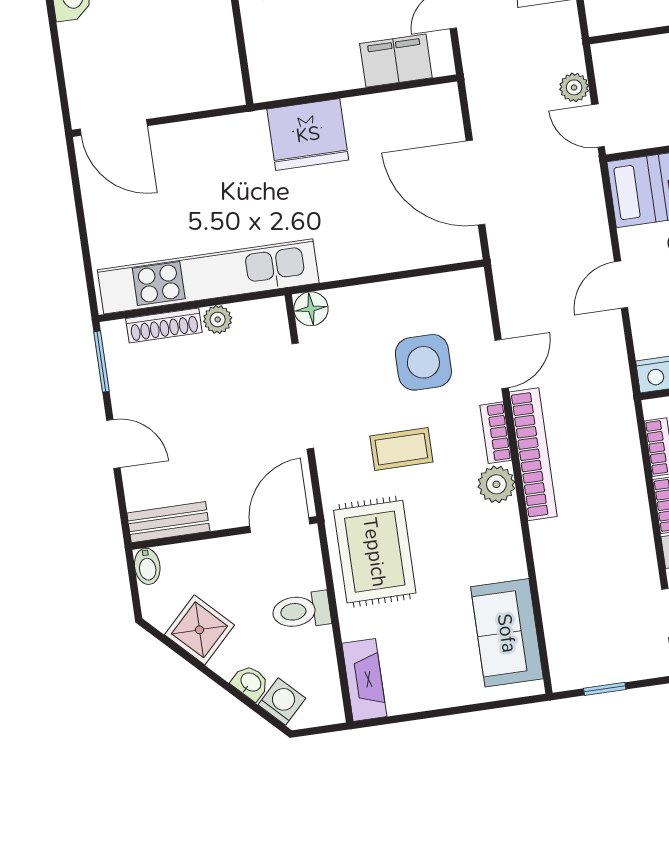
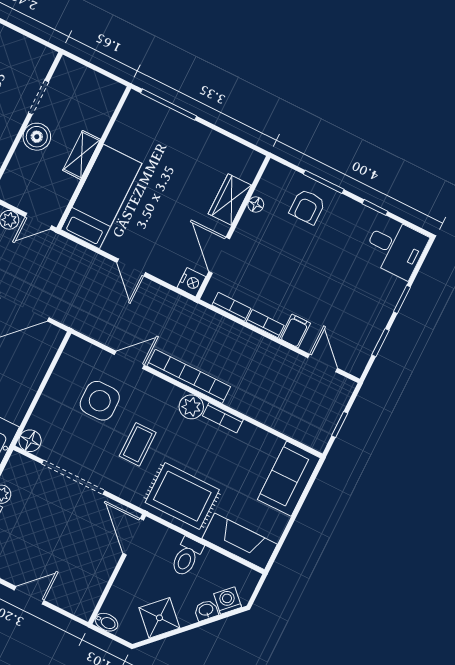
door: (502, 364) -> (129, 360), hinge flipped
bookcase: (496, 433) -> (223, 418), moved
bench: (168, 522) -> (91, 595), removed
sofa: (507, 633) -> (289, 479), moved, turned 90
fireplace: (364, 680) -> (240, 541), width x1.37, depth x1.32

